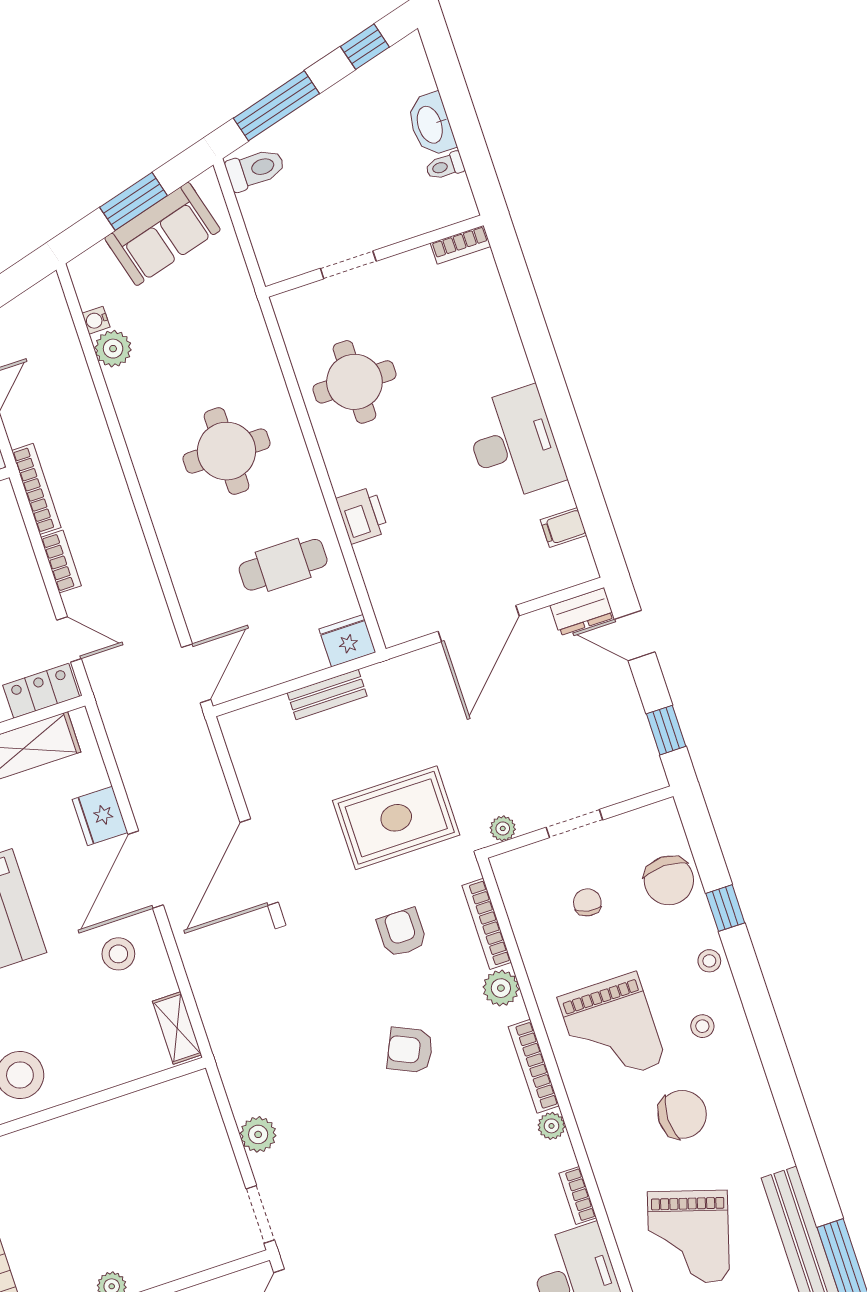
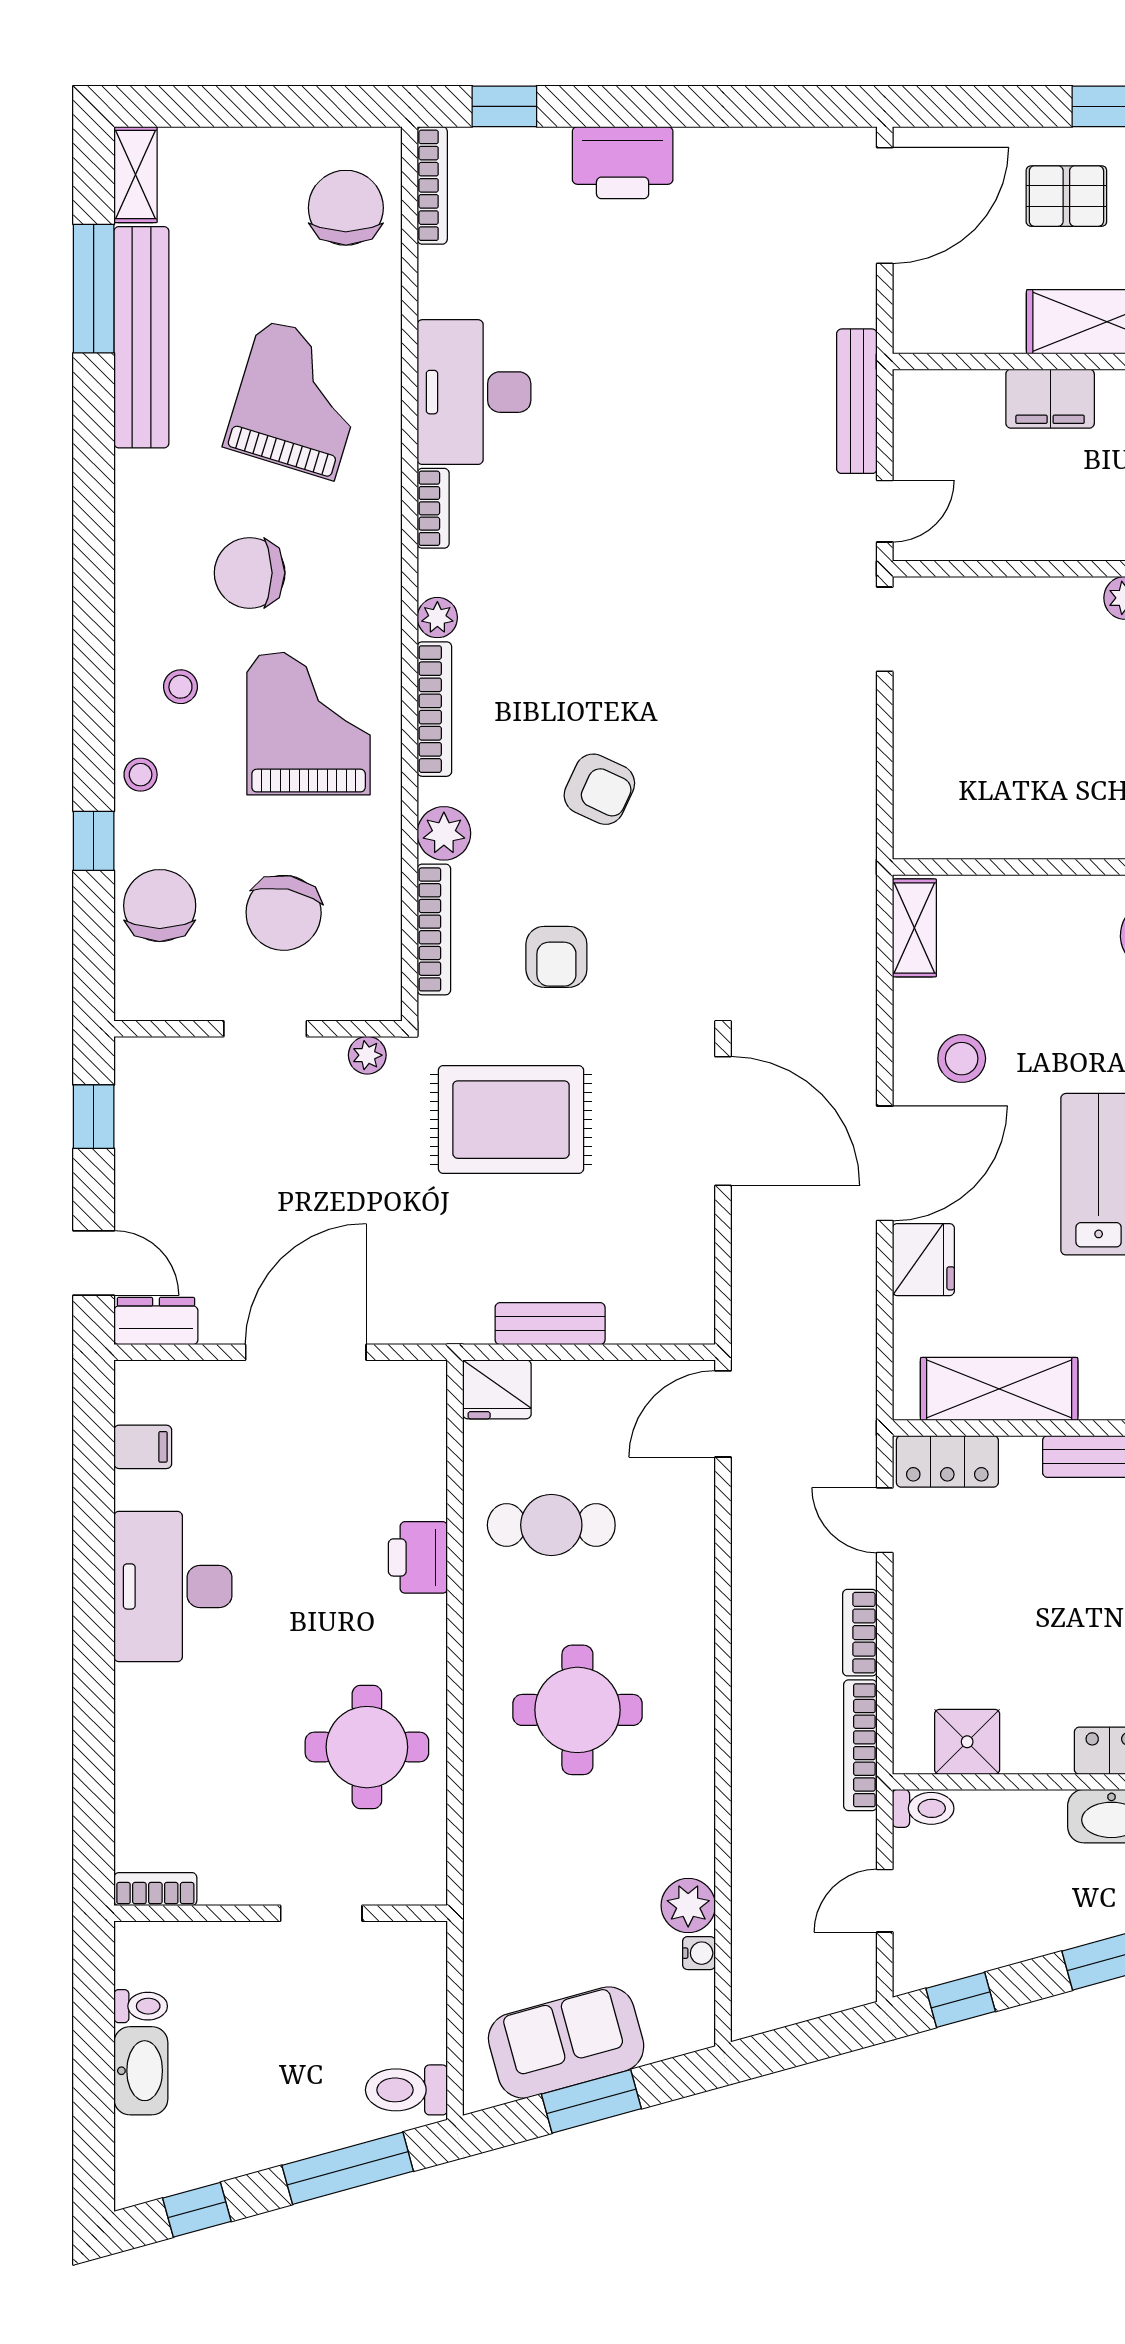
door: (259, 862) -> (723, 1121), hinge flipped
chair: (587, 902) -> (284, 913), width x1.87, depth x1.87
plant: (258, 1134) -> (851, 742), removed

